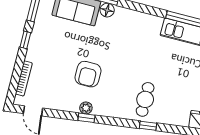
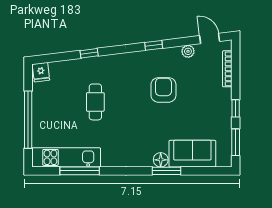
cafe table: (145, 99) -> (95, 102), moved
plant: (86, 108) -> (188, 51), moved

